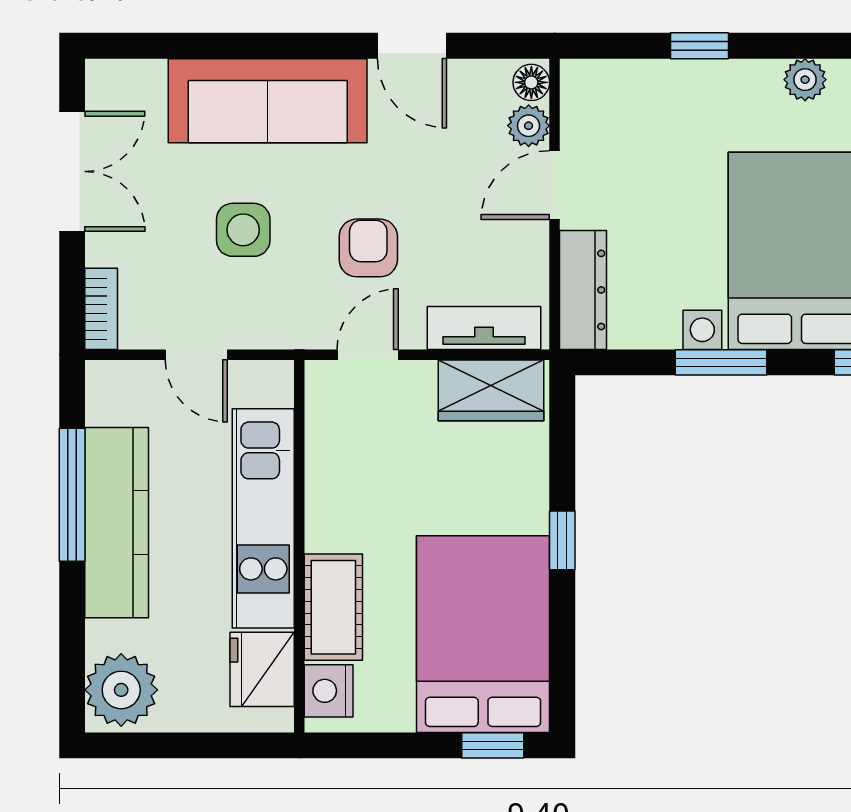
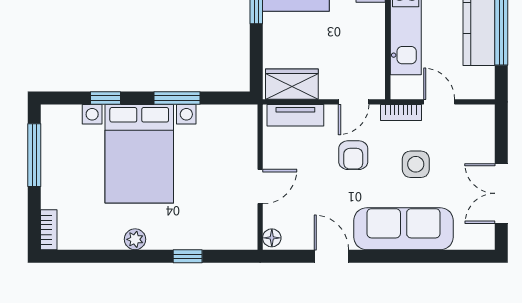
plant: (529, 126) -> (273, 216), removed
dresser: (583, 290) -> (246, 134), removed
bookcase: (101, 309) -> (401, 113), moved, turned -90

